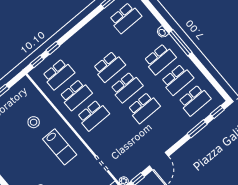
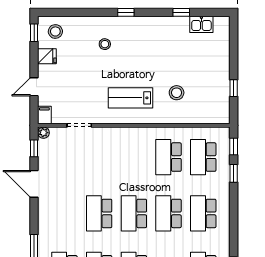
school desk: (93, 115) -> (203, 213), moved

